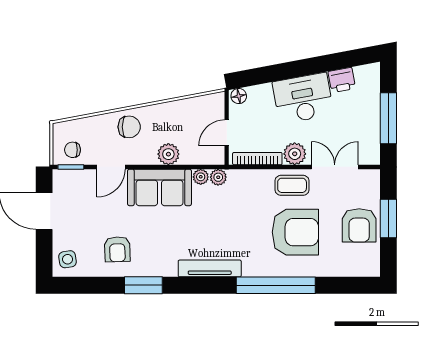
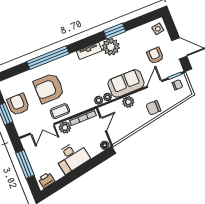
printer: (342, 80) -> (46, 180), moved
armchair: (117, 249) -> (155, 56), moved
plant: (160, 261) -> (111, 47), added
tv unit: (210, 268) -> (89, 51), width x0.71

